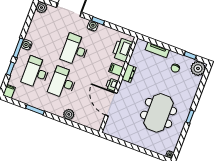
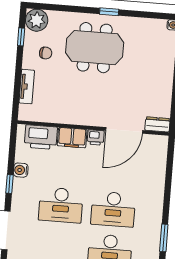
water cooler: (93, 26) -> (21, 170), moved
filing cabinet: (116, 69) -> (72, 138), width x2.00
dresser: (129, 73) -> (157, 124), moved
meeting table: (159, 113) -> (95, 48), moved
plant: (69, 114) -> (157, 187), removed

